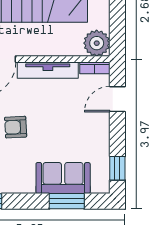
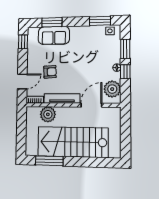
plant: (97, 43) -> (48, 114), moved
armchair: (16, 127) -> (50, 72), moved

